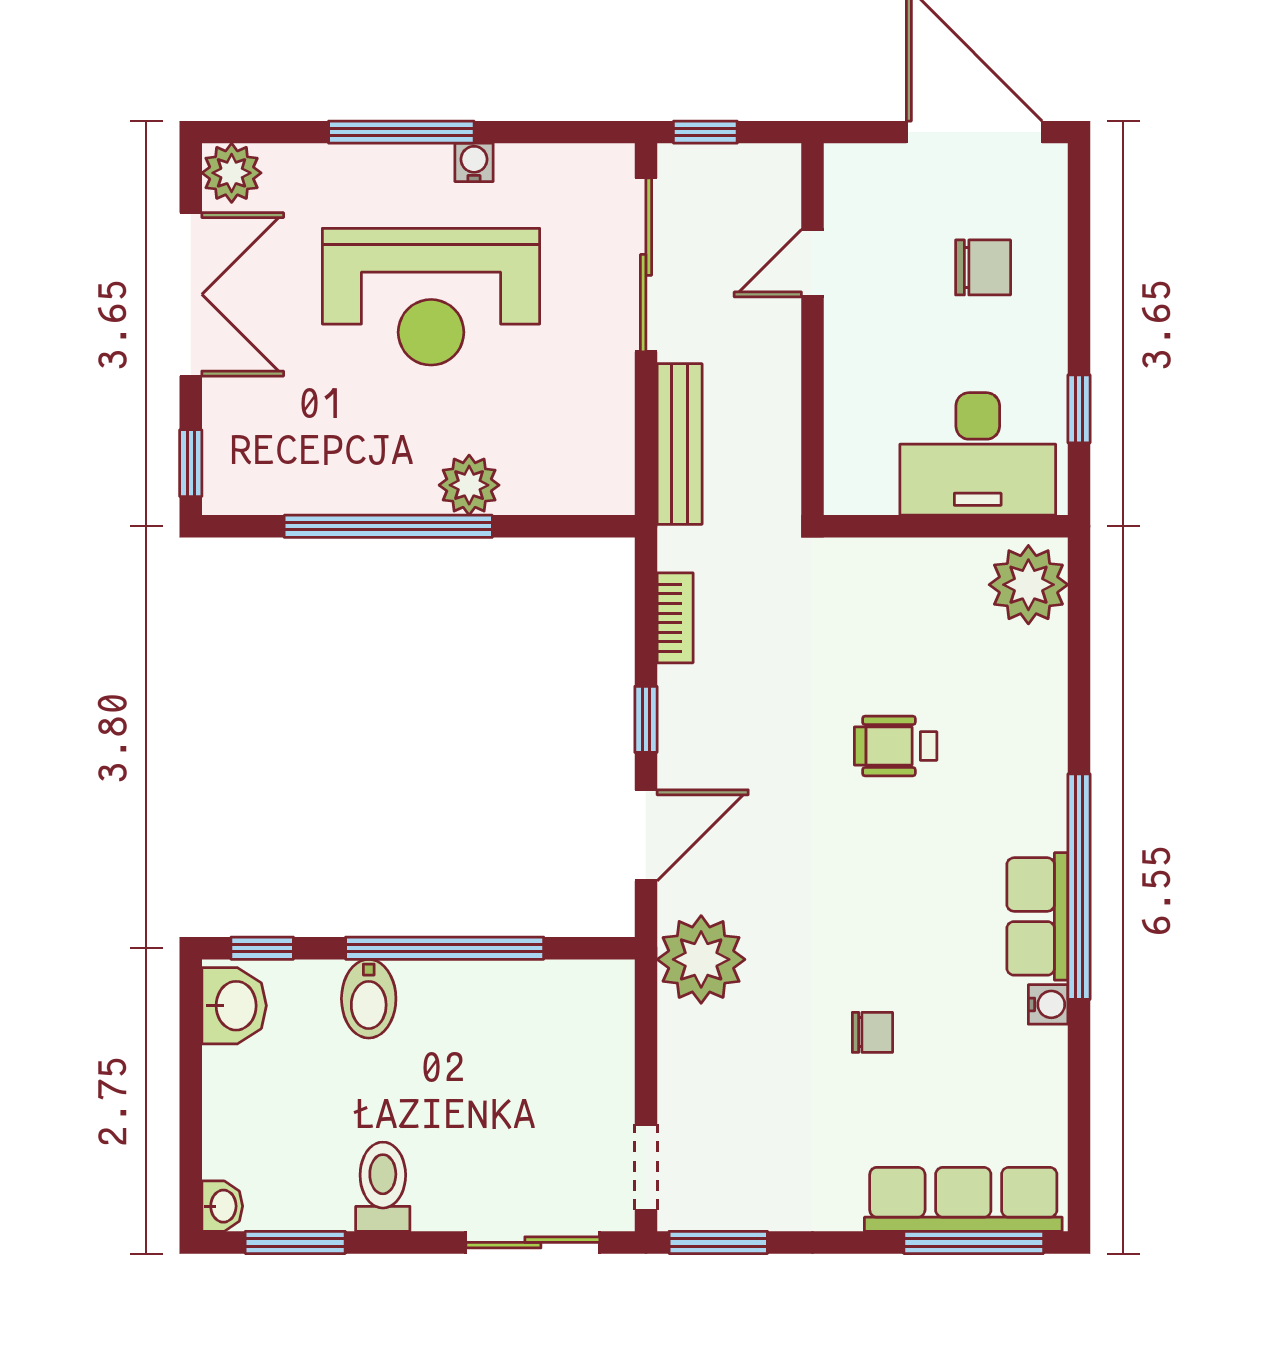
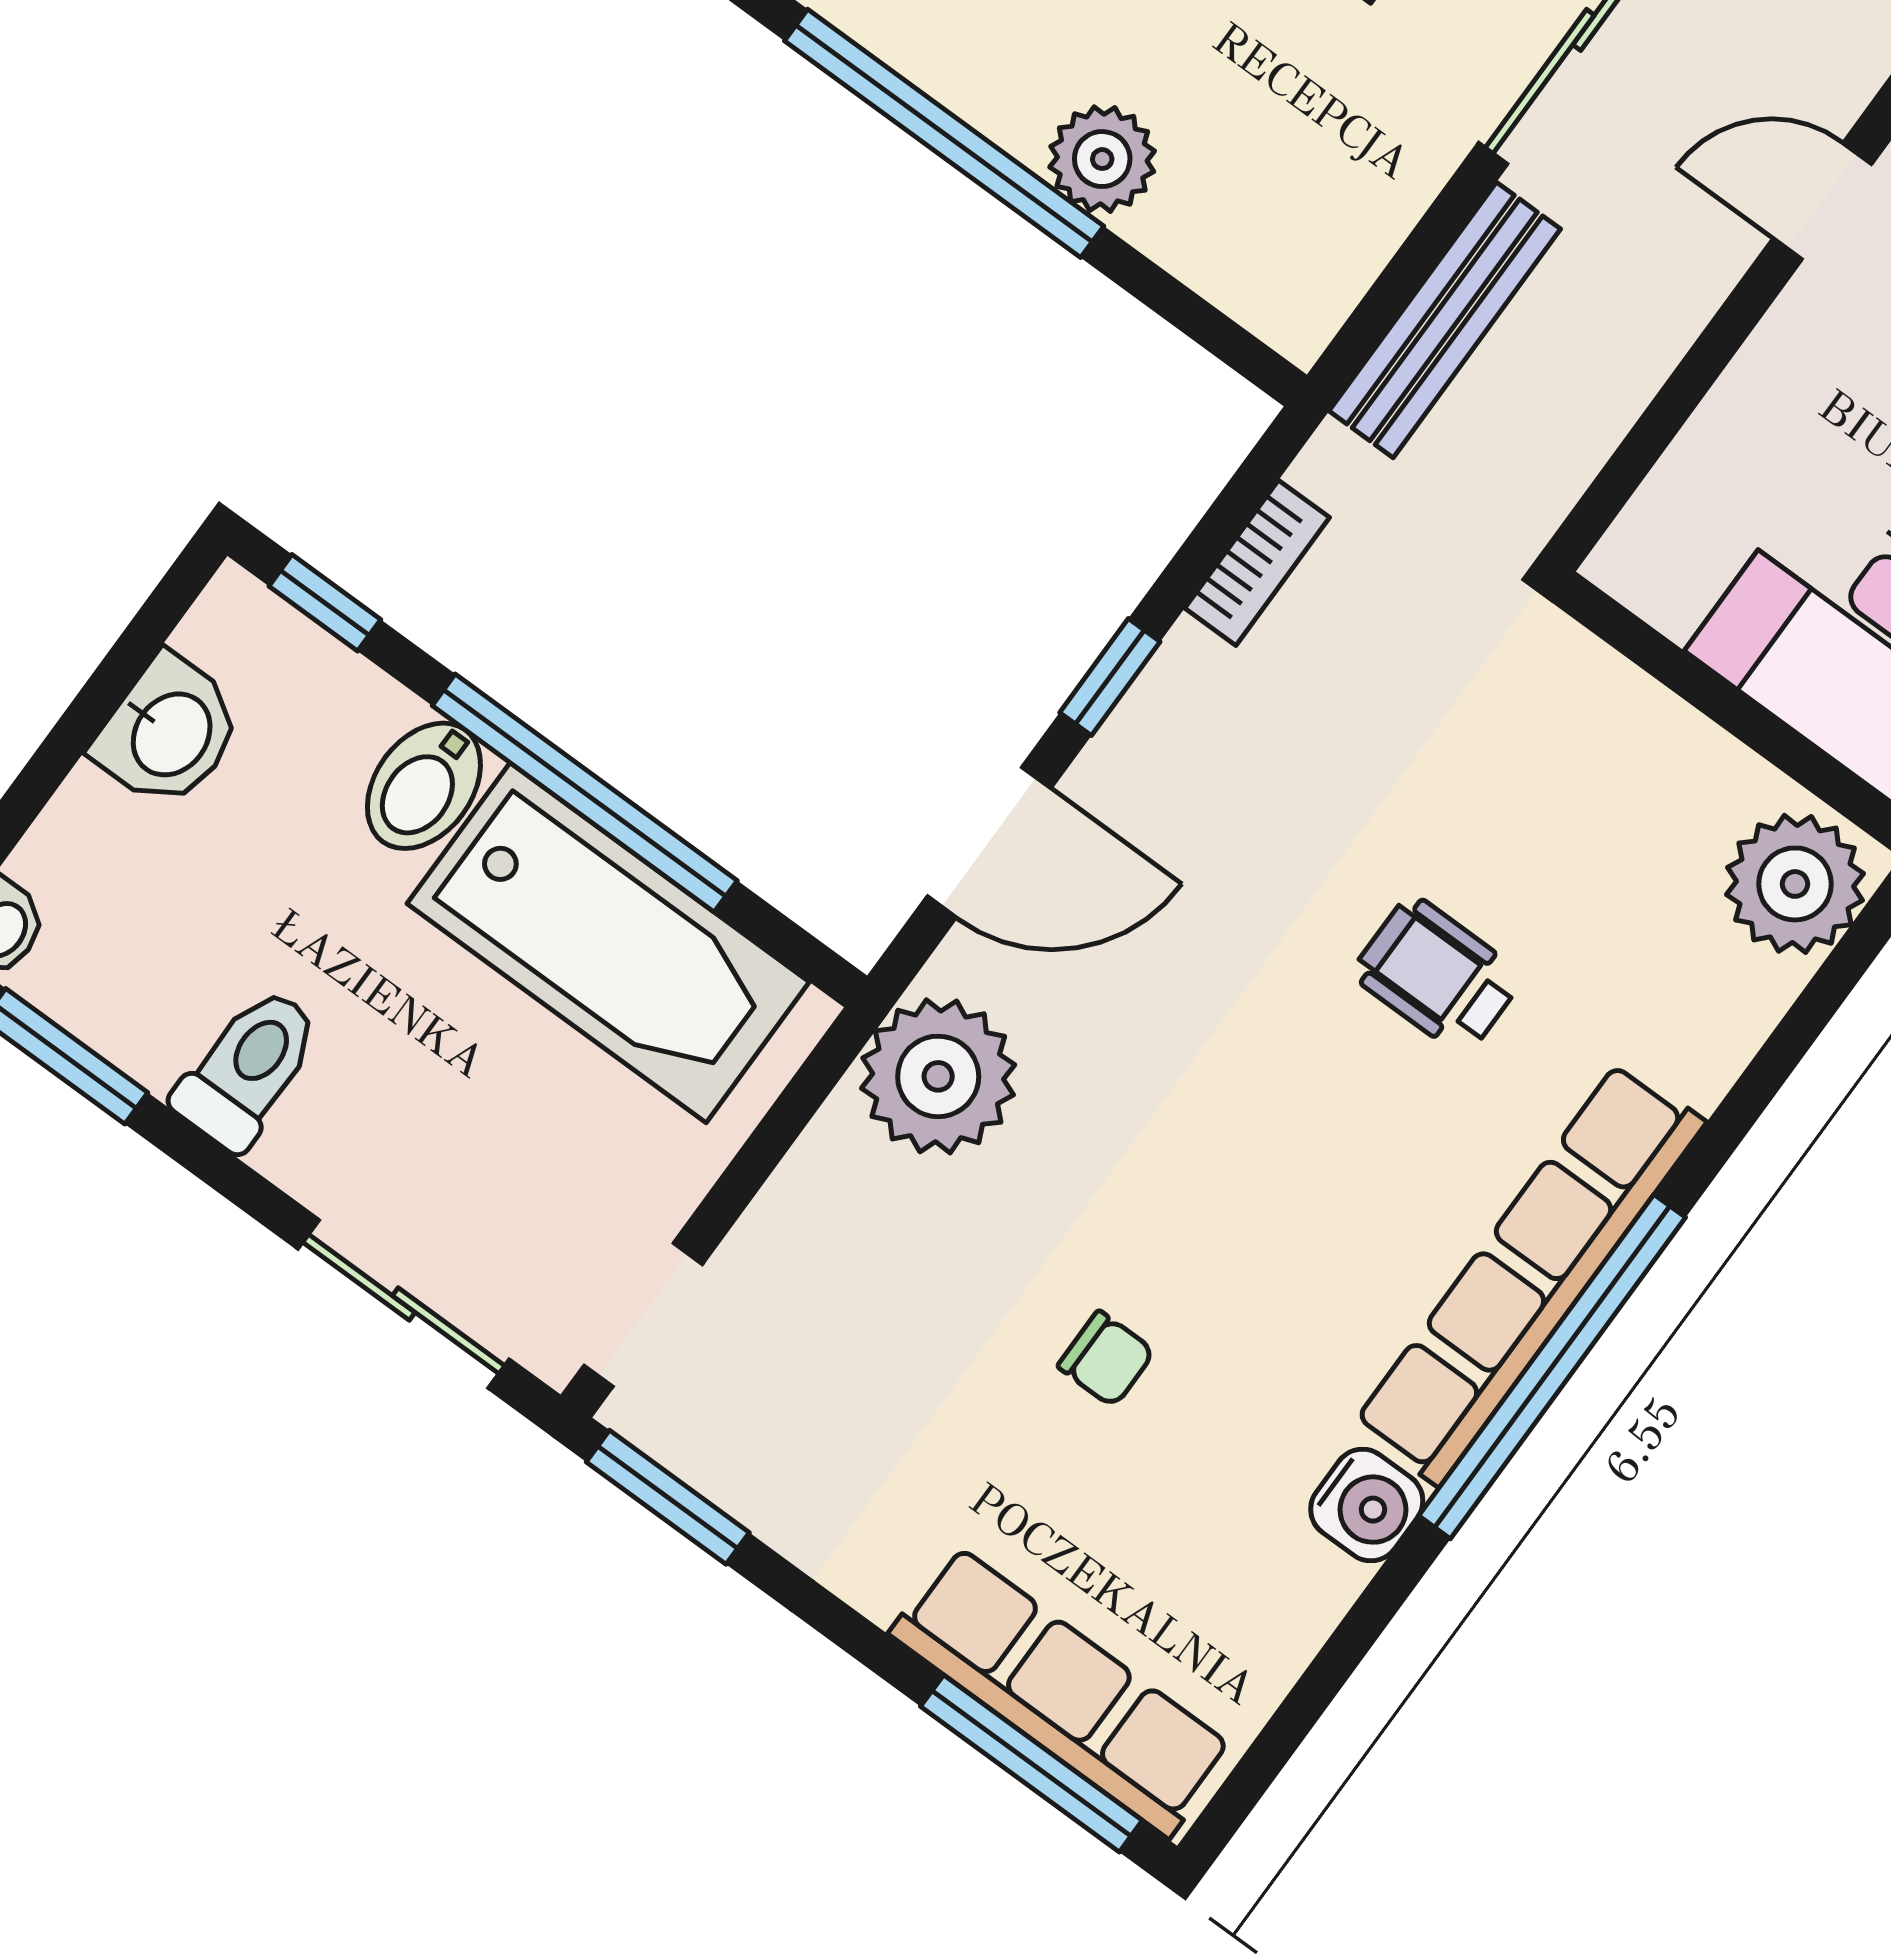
row of seats: (1037, 916) -> (1530, 1273), width x2.02
water cooler: (1048, 1004) -> (1367, 1505), width x1.38, depth x1.38
washbasin: (234, 1006) -> (169, 732), moved
bathtub: (505, 1009) -> (608, 943), added

